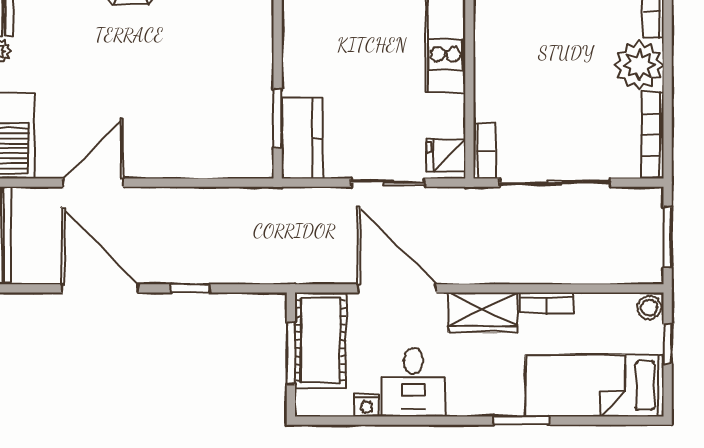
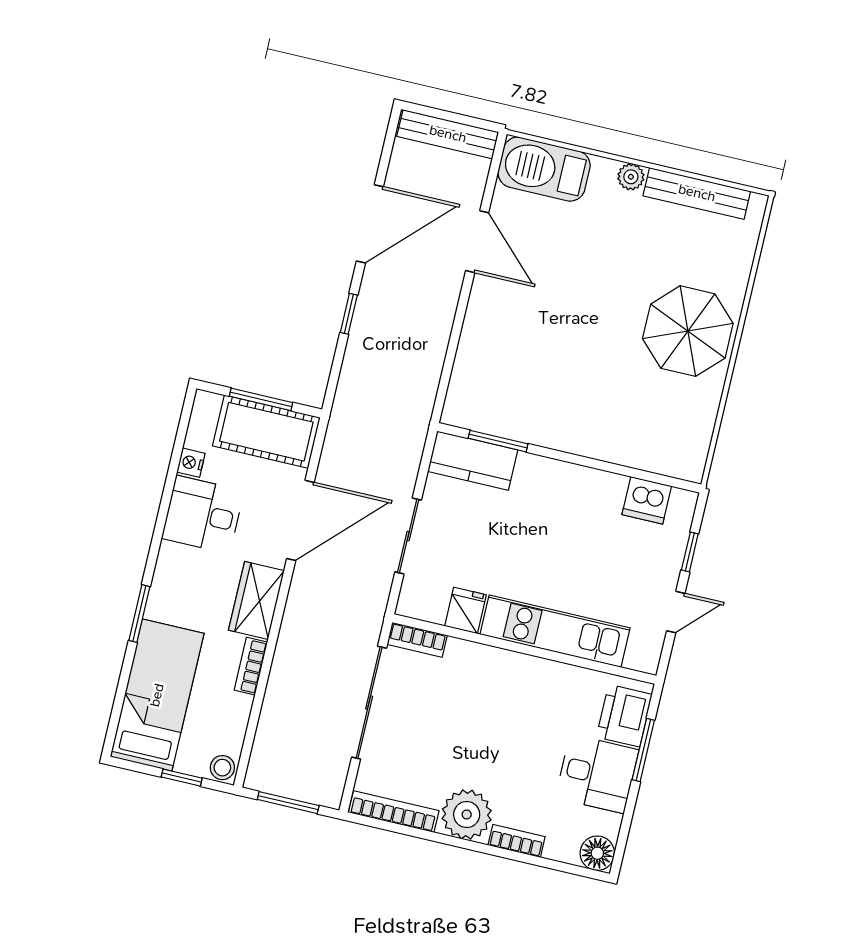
fridge: (446, 155) -> (465, 610), moved

